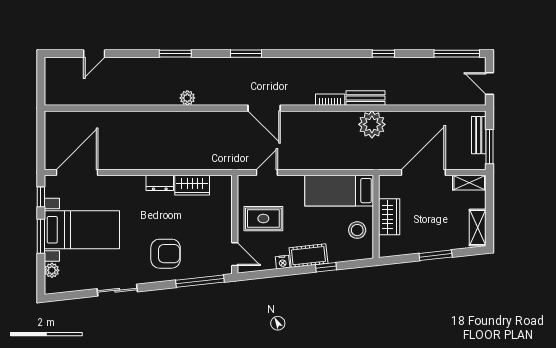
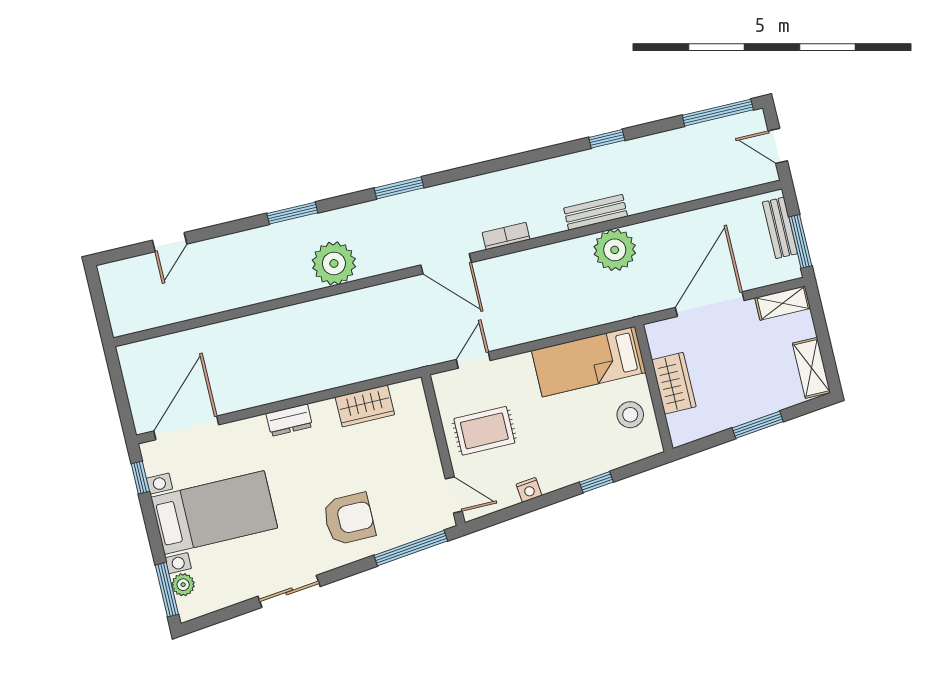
plant: (187, 98) -> (334, 263), width x1.87, depth x1.87
bookcase: (330, 100) -> (506, 236), moved
dresser: (160, 183) -> (289, 420), moved
window: (41, 236) -> (167, 590), moved
cot: (308, 256) -> (566, 471), removed

